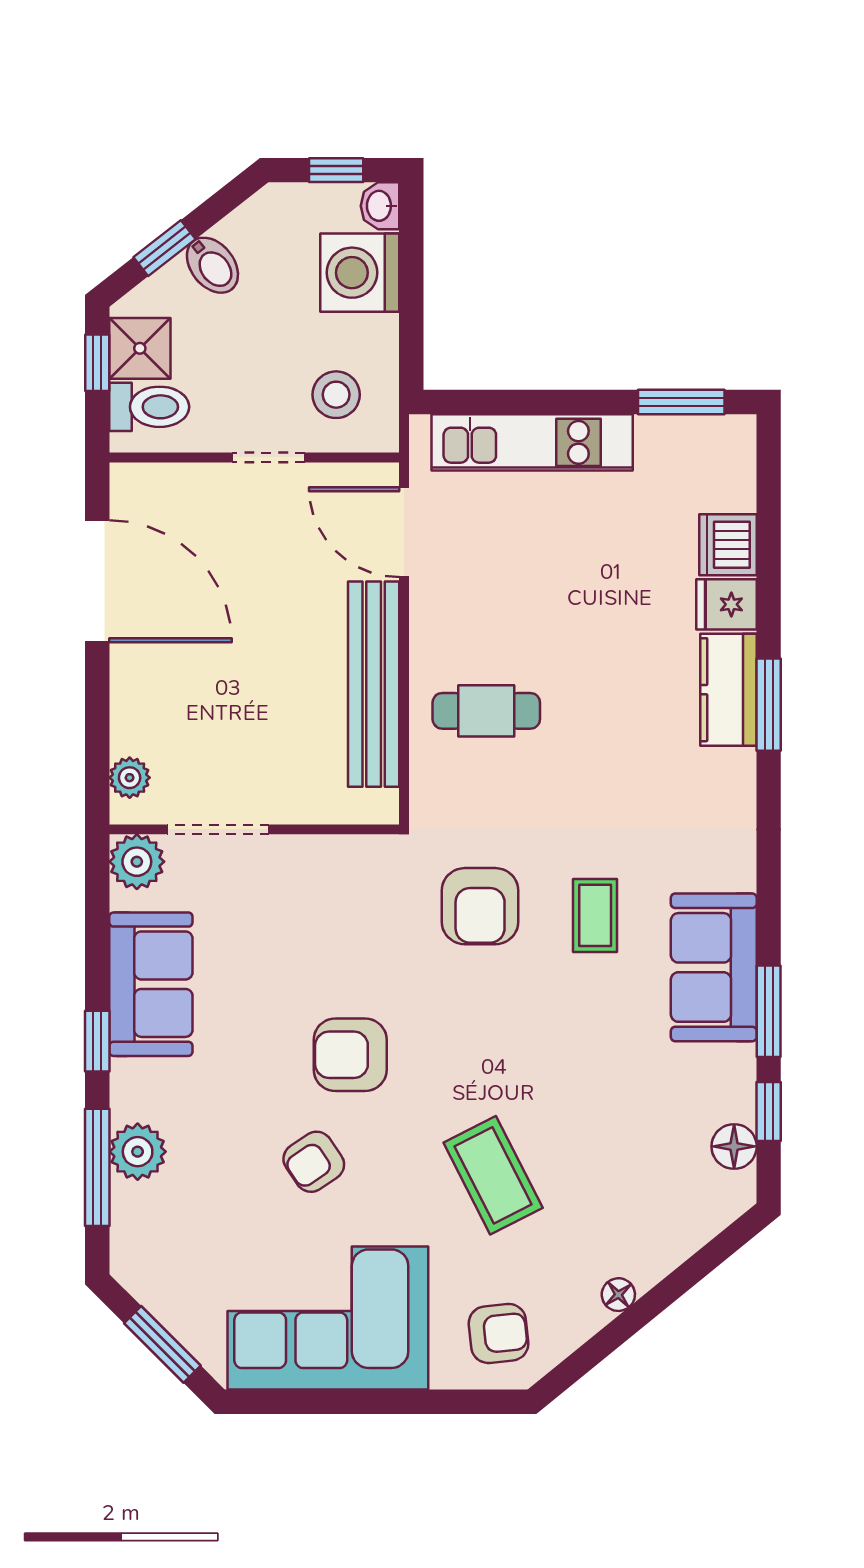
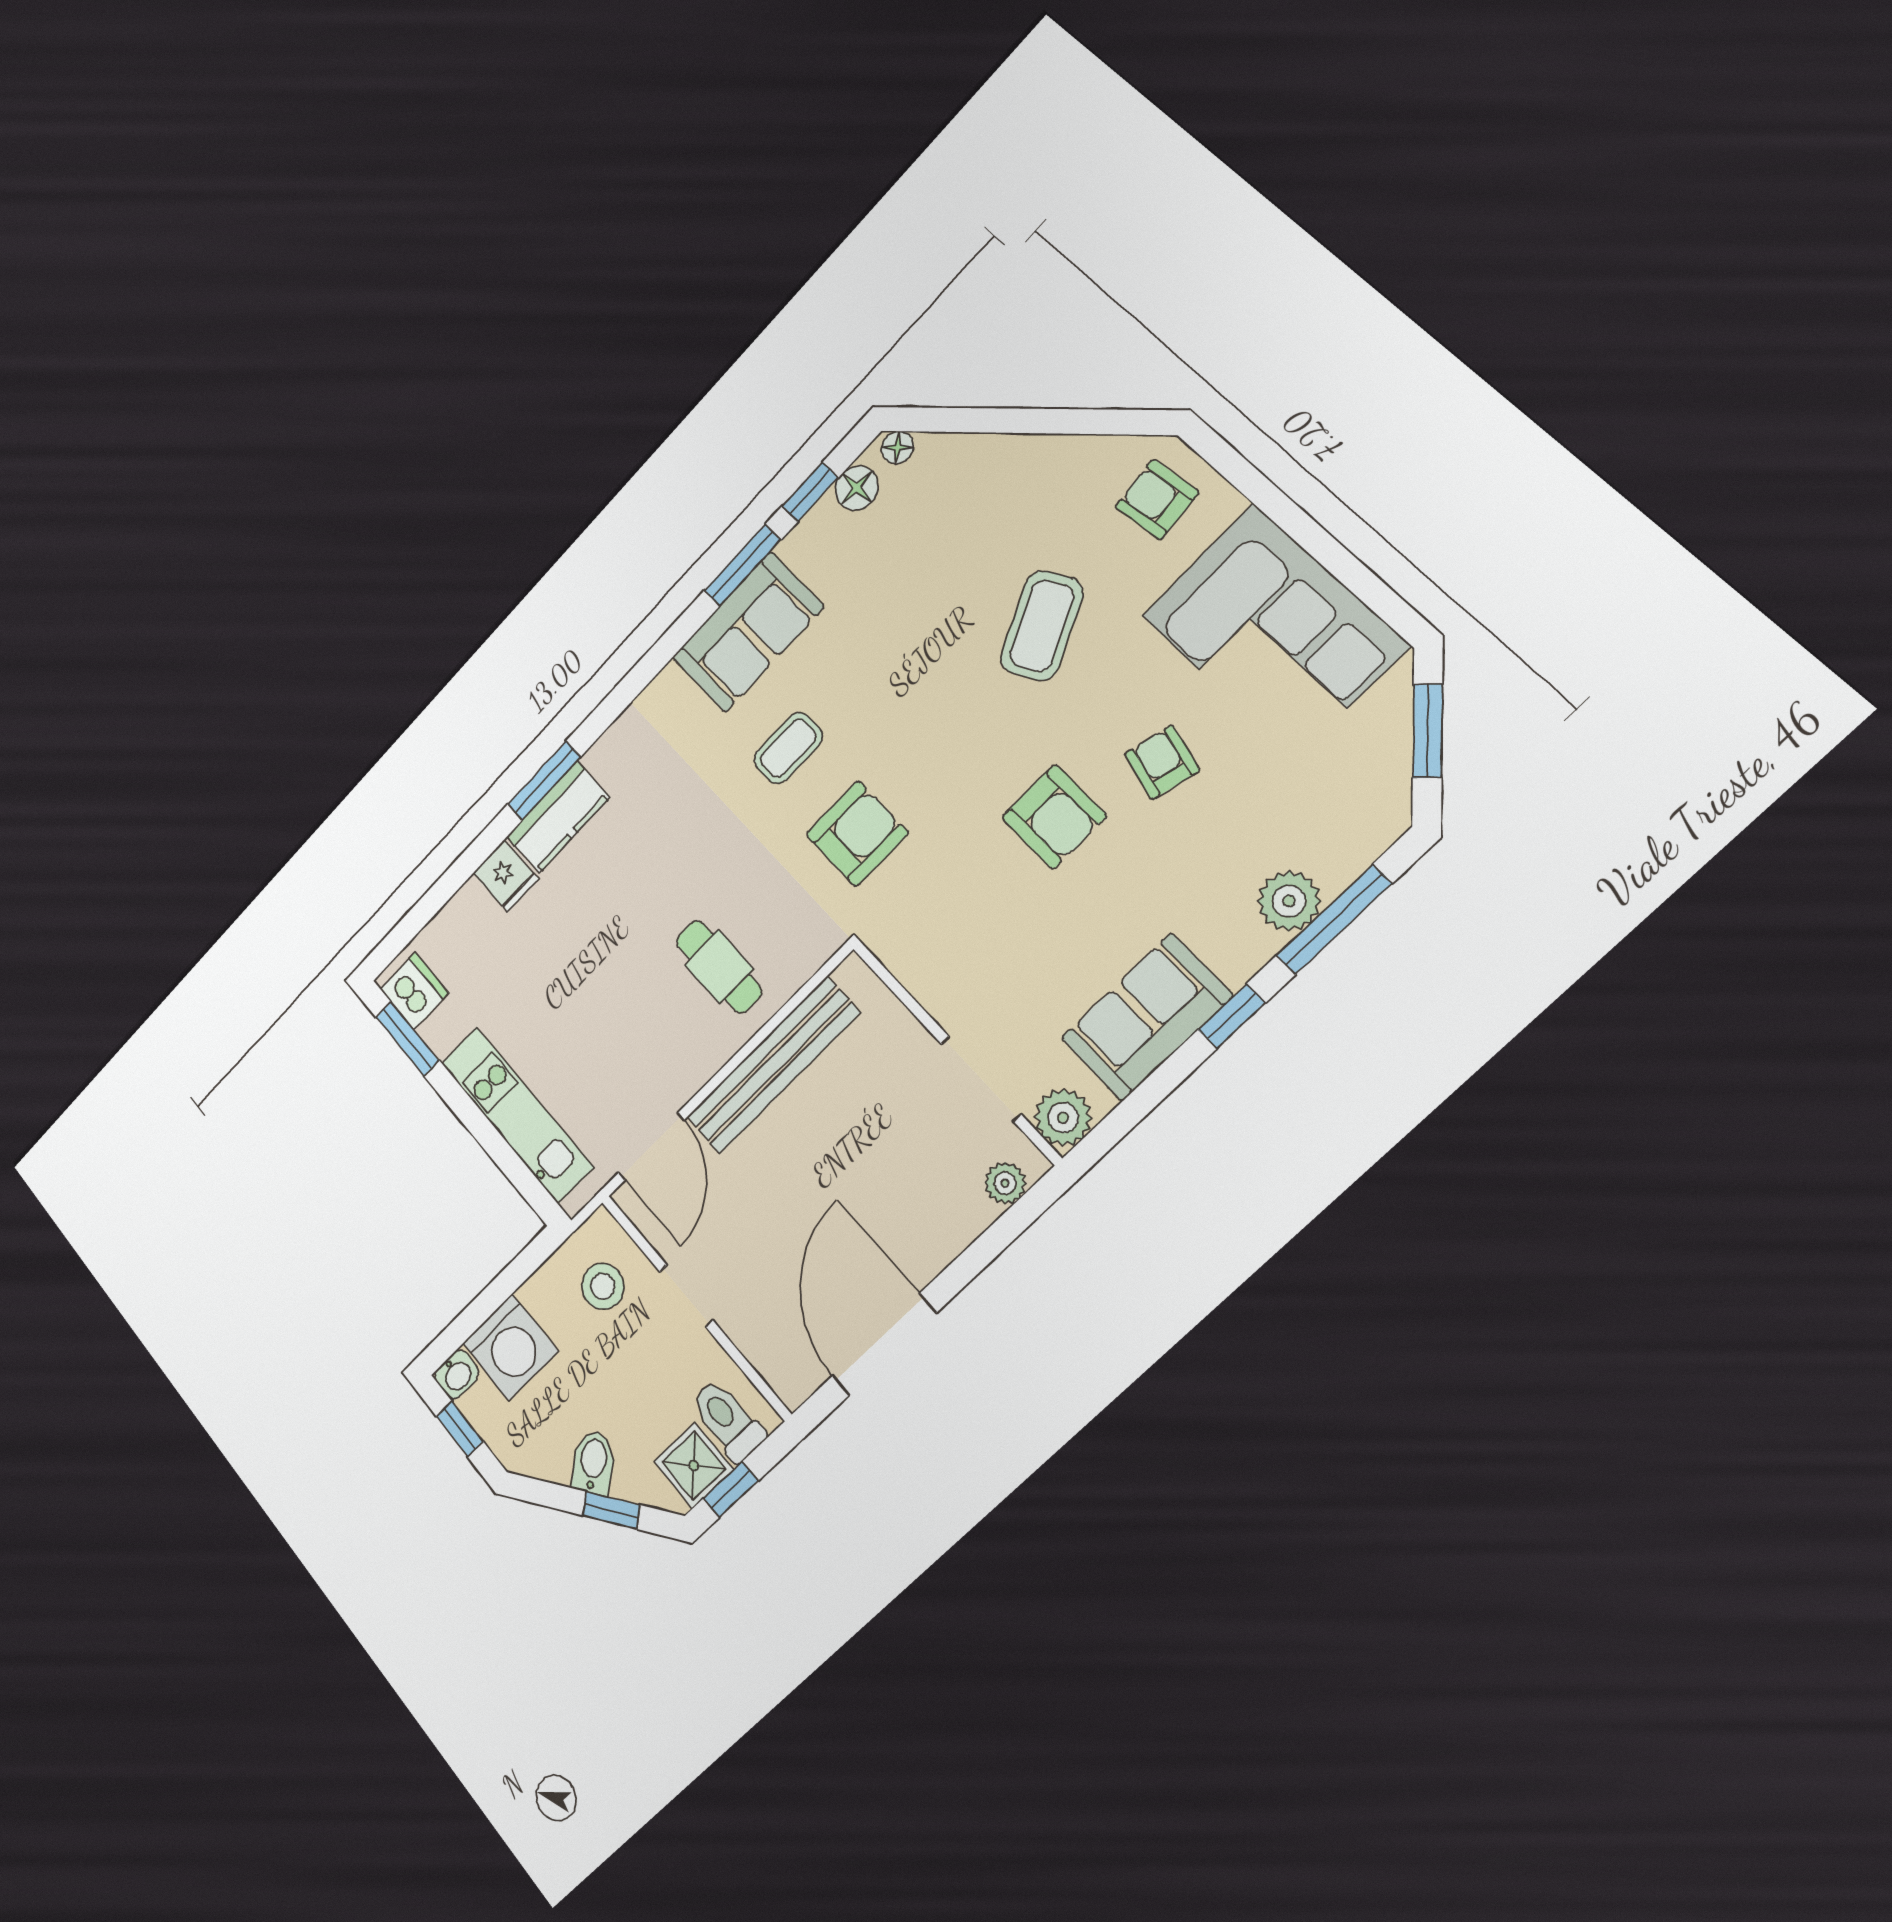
dishwasher: (728, 545) -> (414, 991), moved, turned -90
armchair: (314, 1162) -> (1162, 762), turned -132
floor lamp: (618, 1295) -> (897, 447), moved

